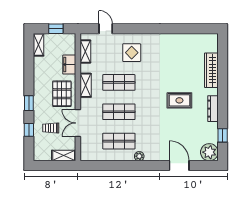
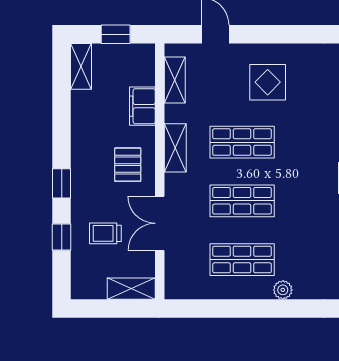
pallet: (62, 94) -> (128, 165), width x0.67, depth x0.71

